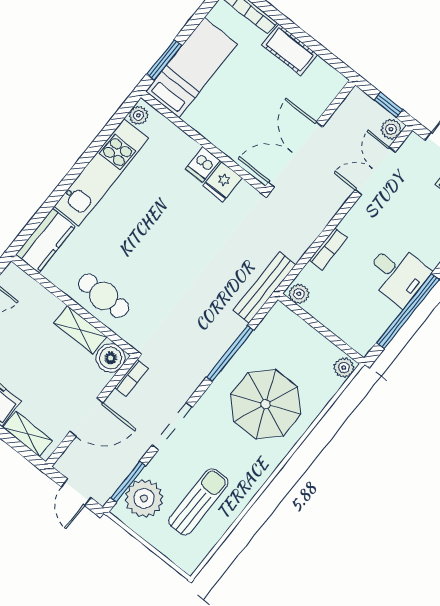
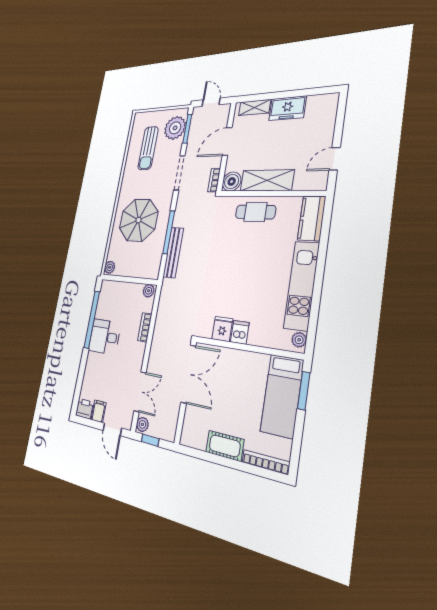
bench: (264, 288) -> (173, 253), moved
shelving: (80, 330) -> (267, 180), width x1.50, depth x1.33

